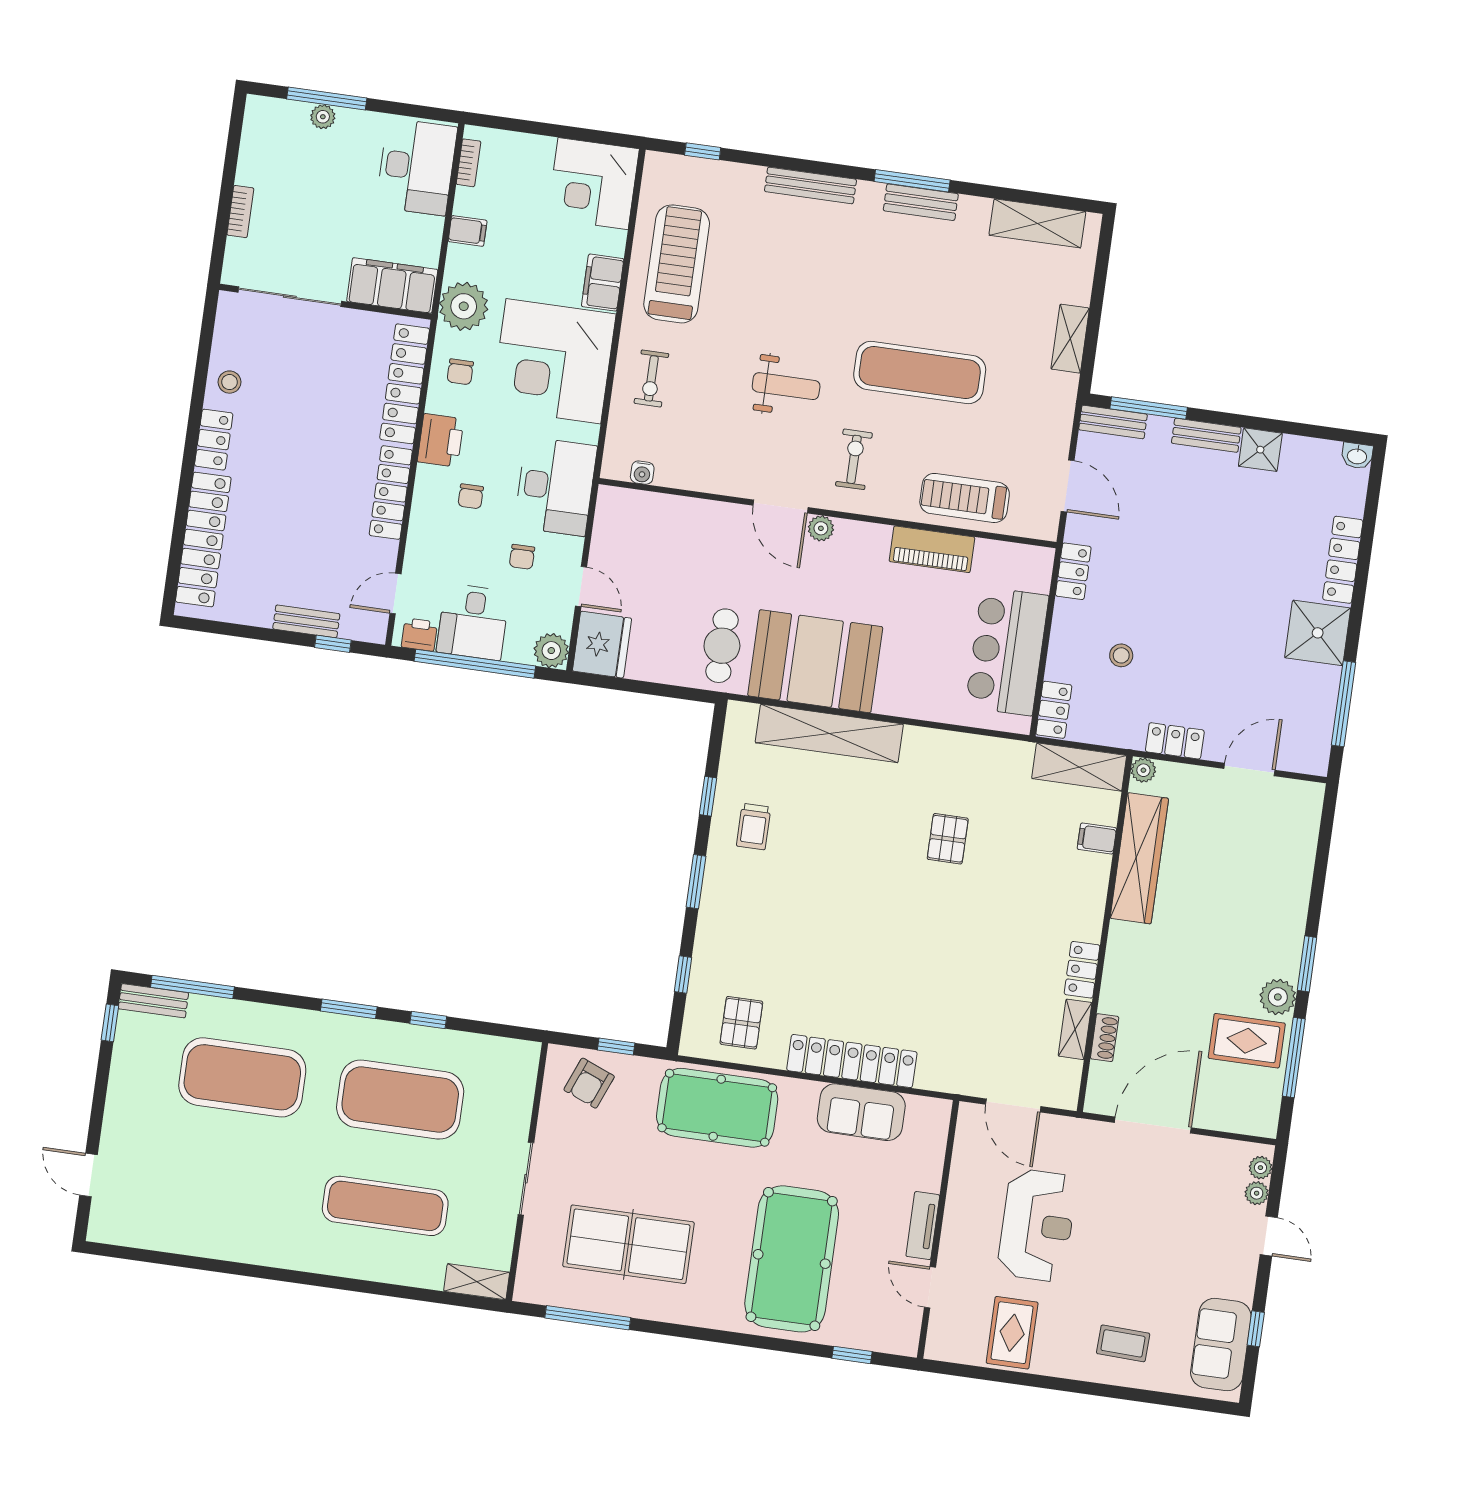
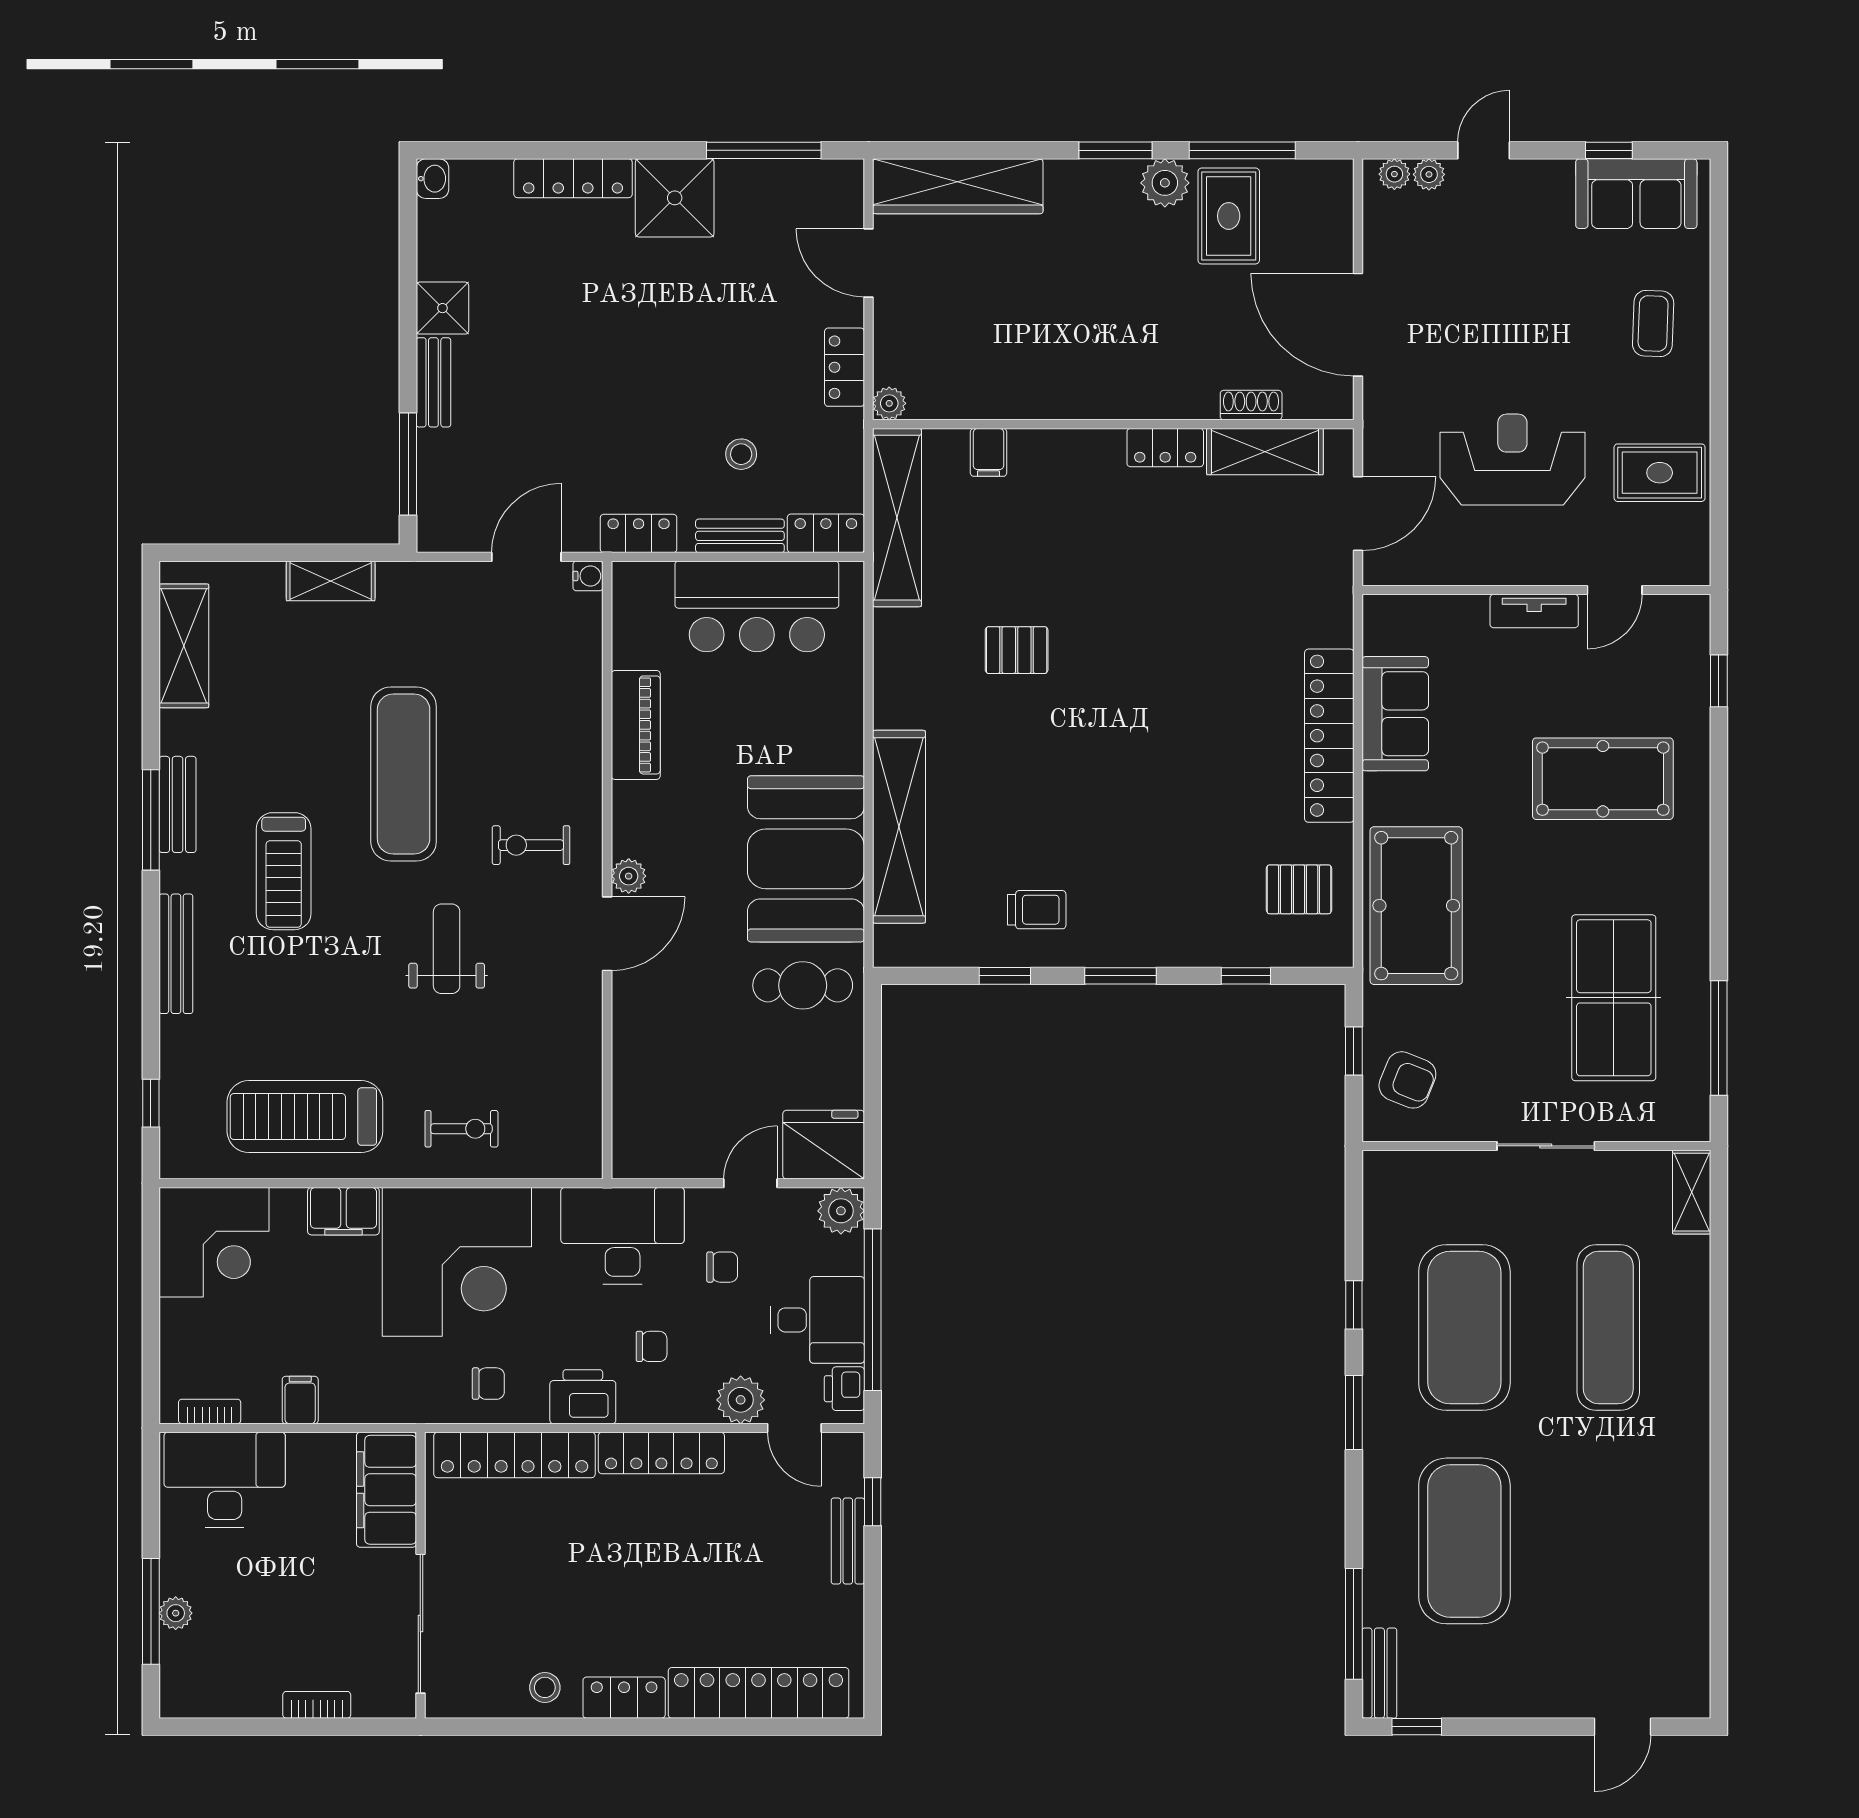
plant: (464, 306) -> (741, 1400), moved, width x0.73, depth x0.73
bench: (1113, 422) -> (740, 536), moved, turned 90
water cooler: (642, 473) -> (588, 576), moved
treadmill: (965, 498) -> (284, 871), moved
shelving: (1079, 767) -> (897, 518), width x1.47
wardrobe: (1139, 858) -> (958, 186), moved, turned 180
shelving: (1075, 1029) -> (1265, 452), width x1.50, depth x1.33
pool table: (792, 1259) -> (1603, 779), width x0.73, depth x0.76

